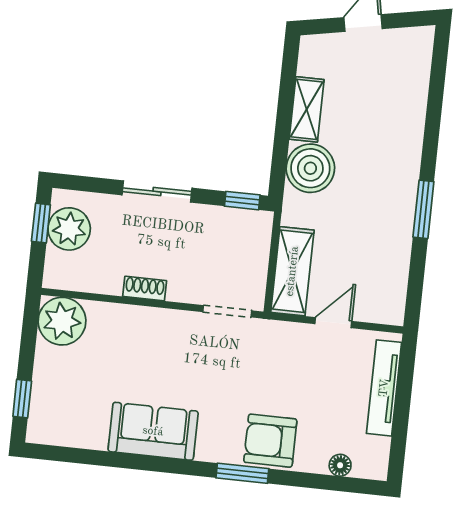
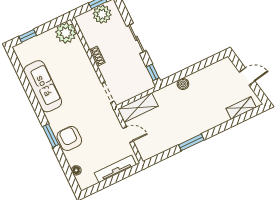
shelving: (307, 109) -> (241, 108), moved
boiler: (310, 168) -> (183, 84), width x0.54, depth x0.54
sofa: (153, 431) -> (43, 86), width x1.36

